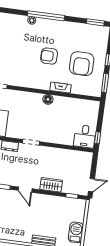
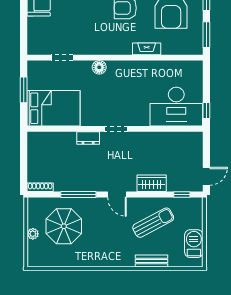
floor lamp: (48, 99) -> (99, 67), moved
desk: (85, 136) -> (176, 107), width x1.87, depth x1.30
sun lounger: (49, 213) -> (153, 223), added

